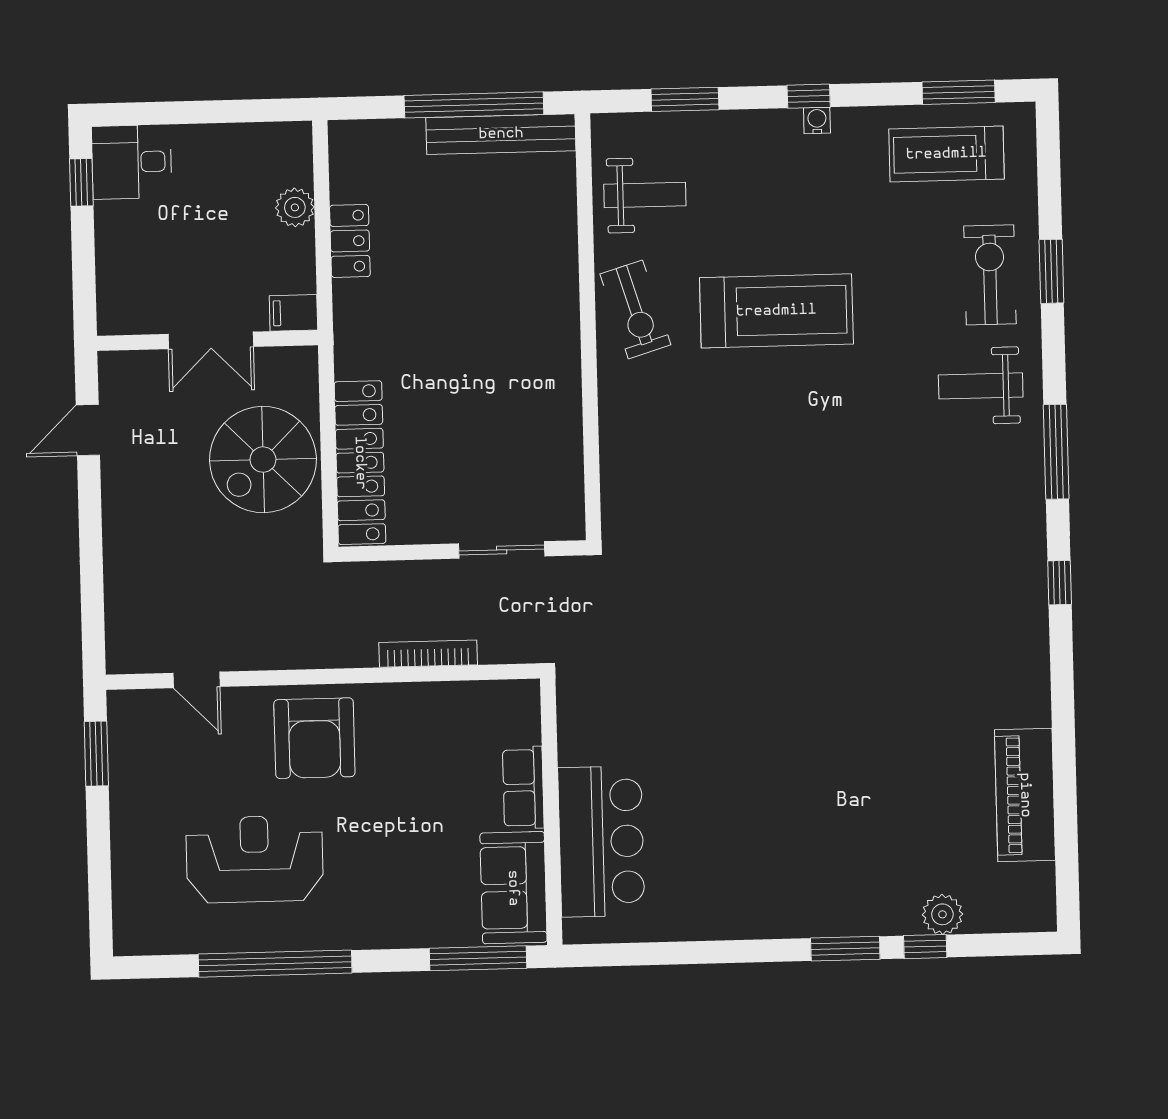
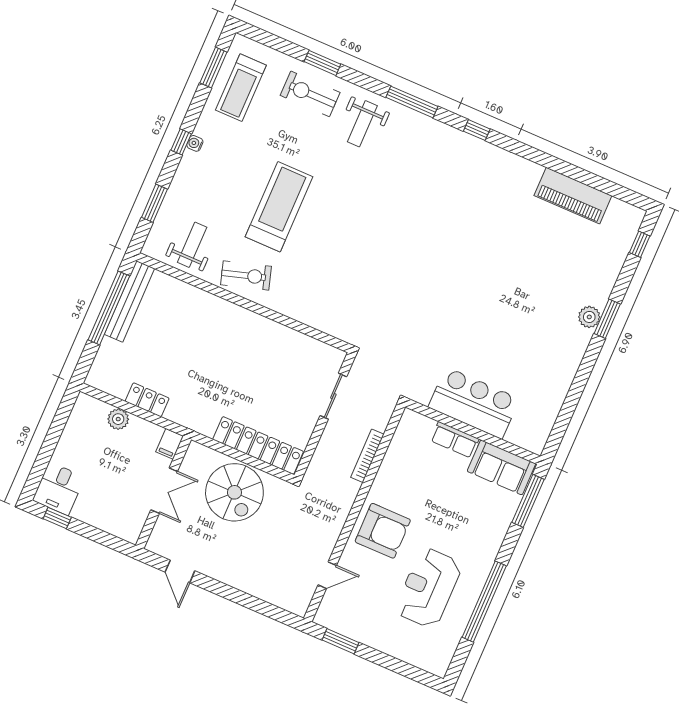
bar counter: (601, 841) -> (474, 403), moved
plant: (942, 914) -> (589, 317), moved
window: (925, 947) -> (640, 244), moved

